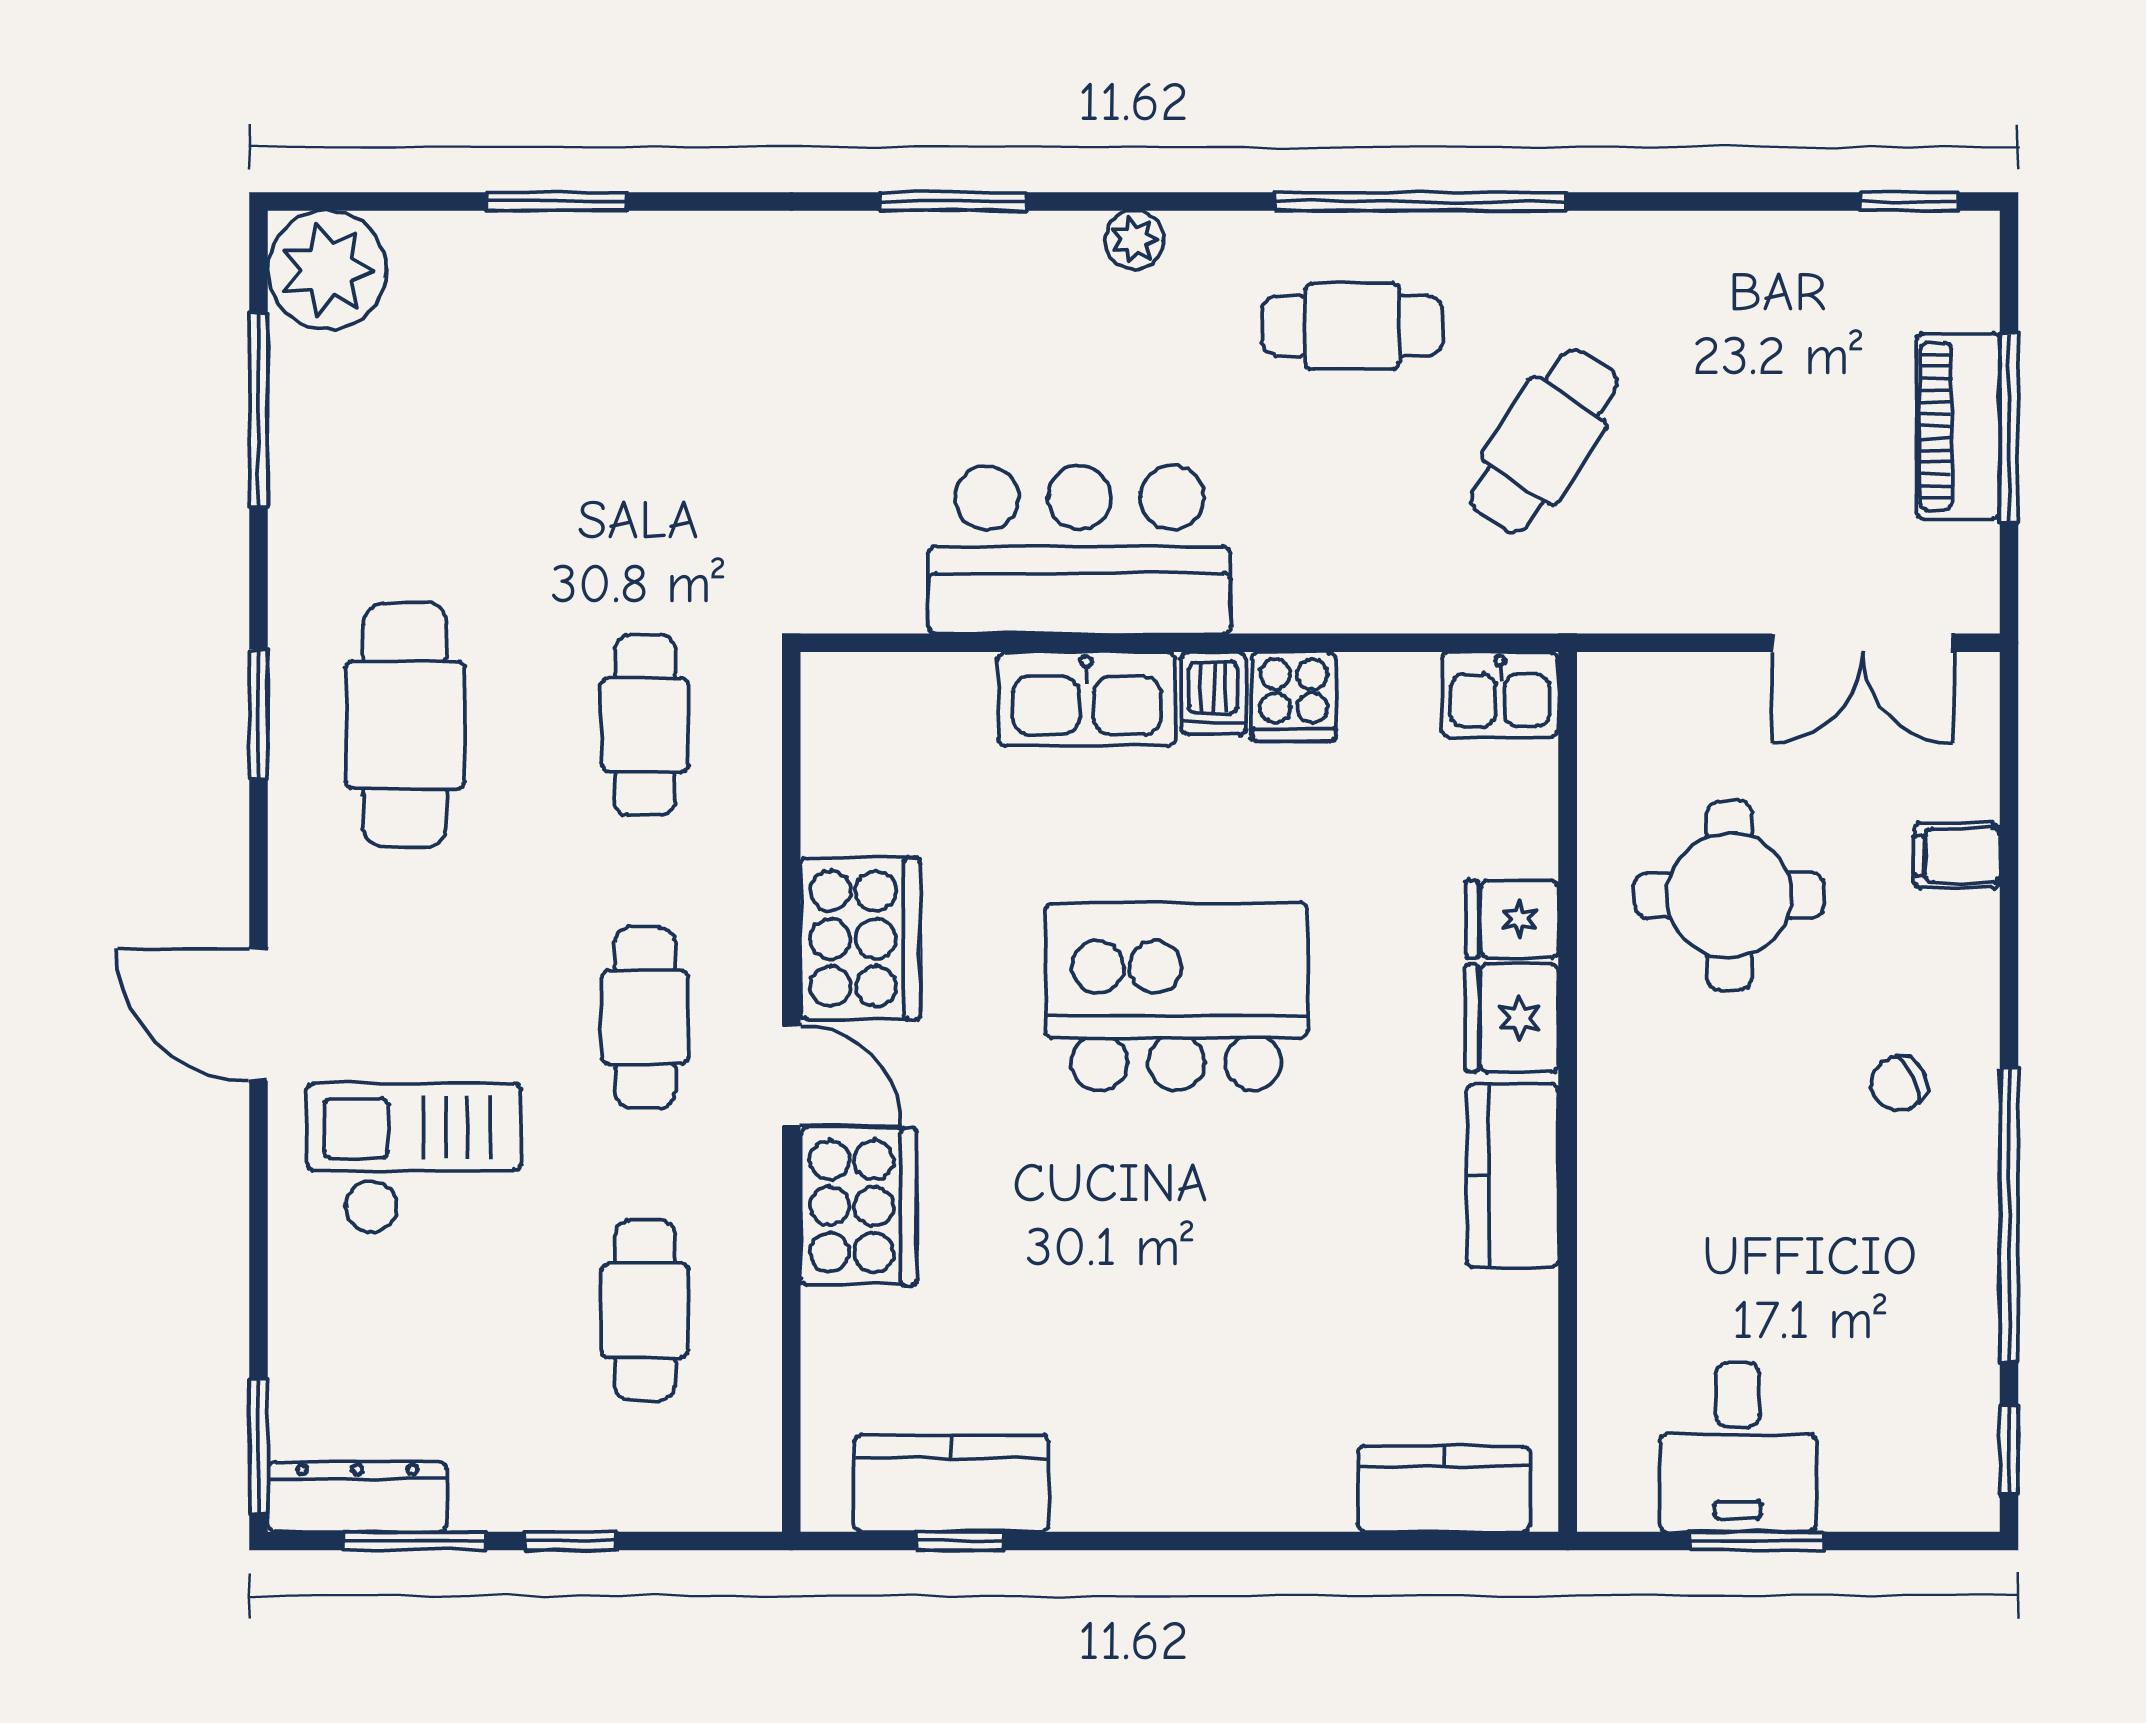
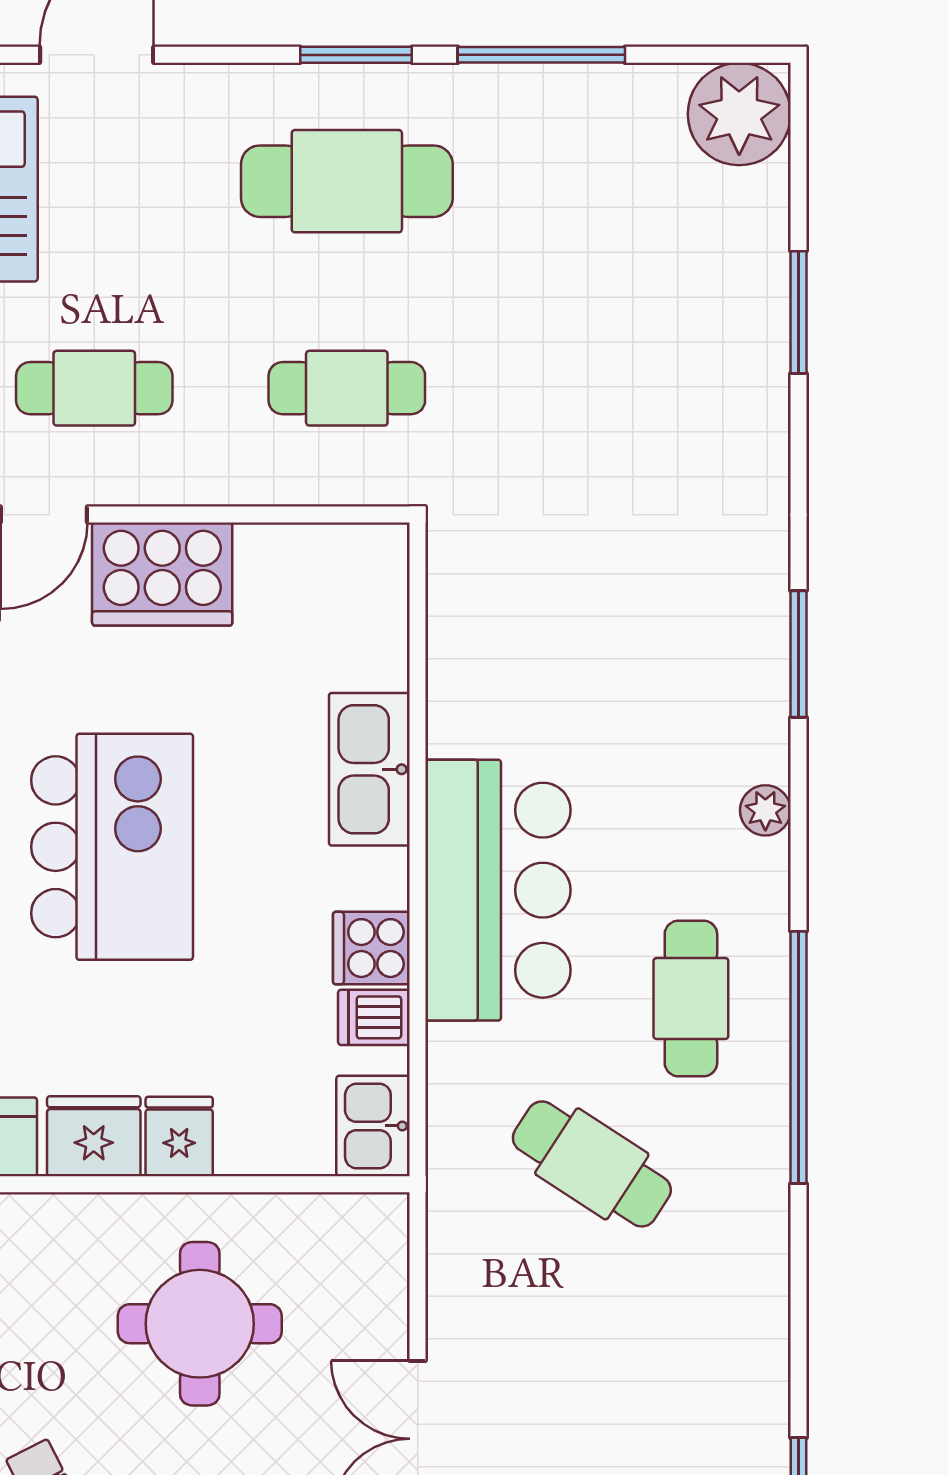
window: (259, 410) -> (541, 55), moved
bar counter: (1080, 550) -> (498, 890), moved
dishwasher: (1213, 693) -> (374, 1017), moved

